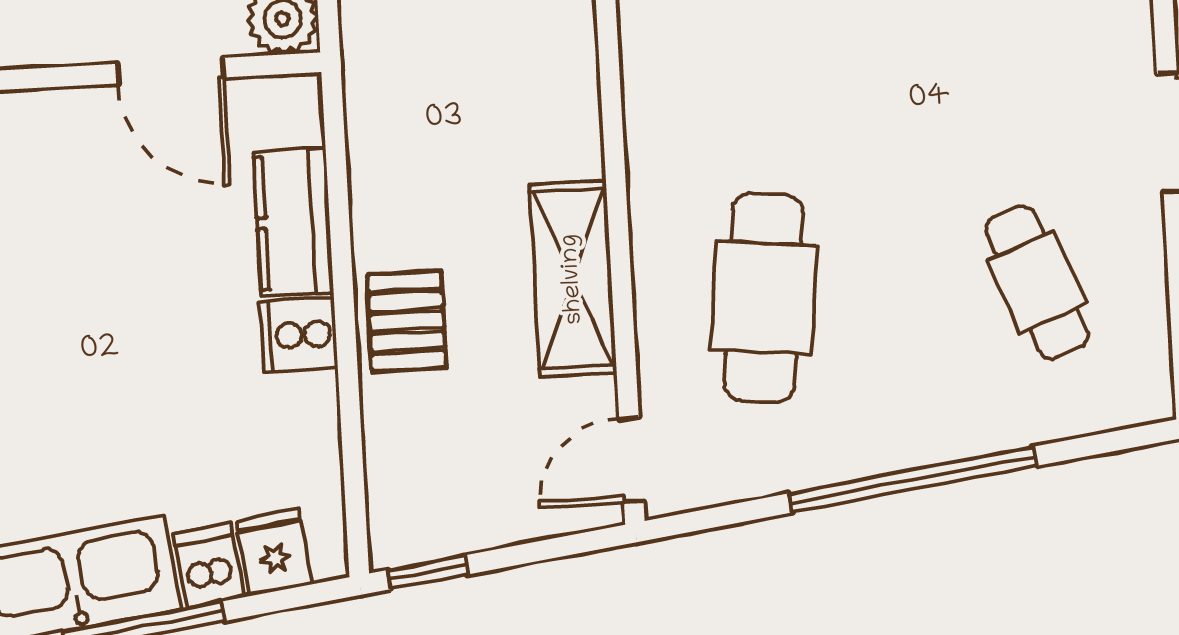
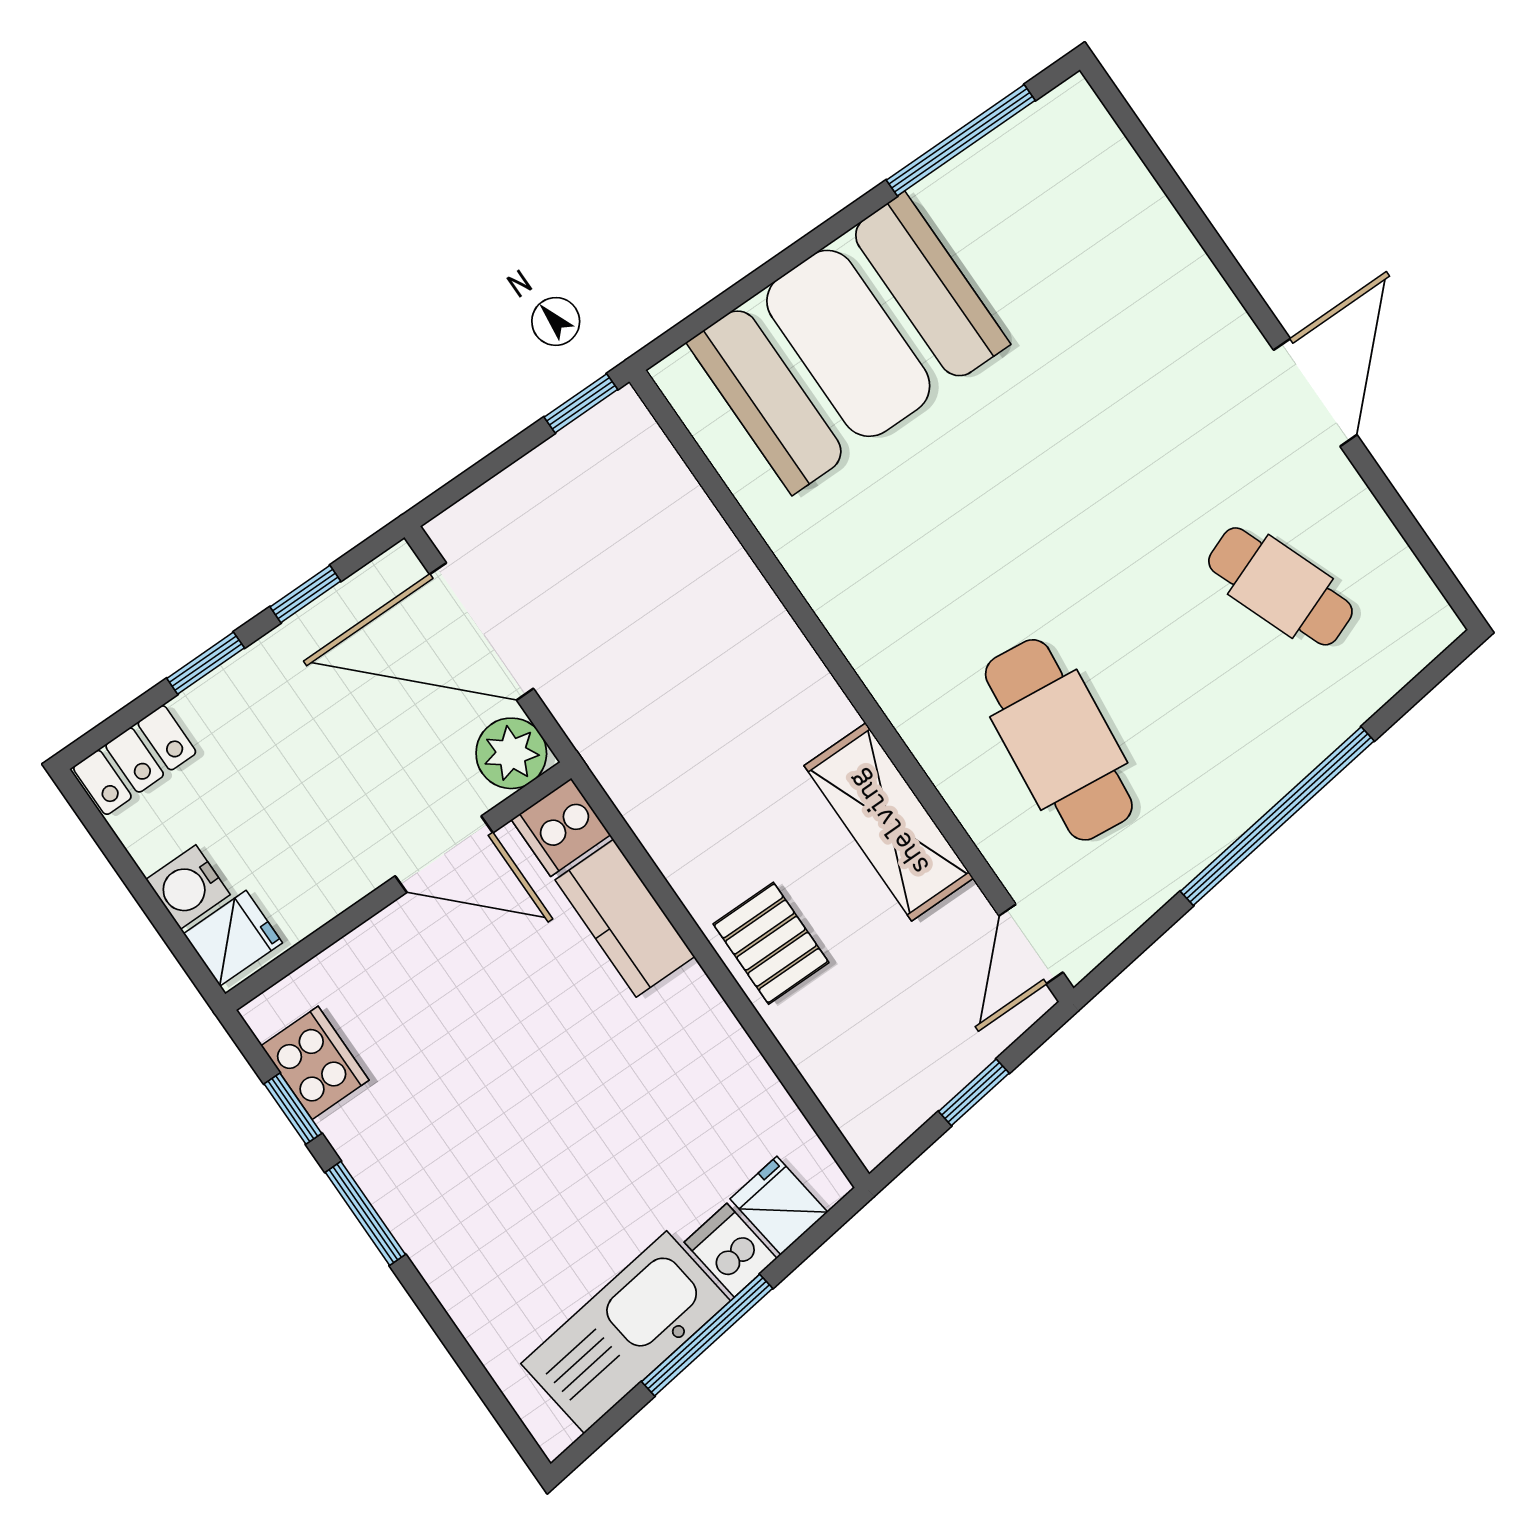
cooker: (299, 335) -> (561, 827), moved
window: (428, 572) -> (974, 1092), moved

